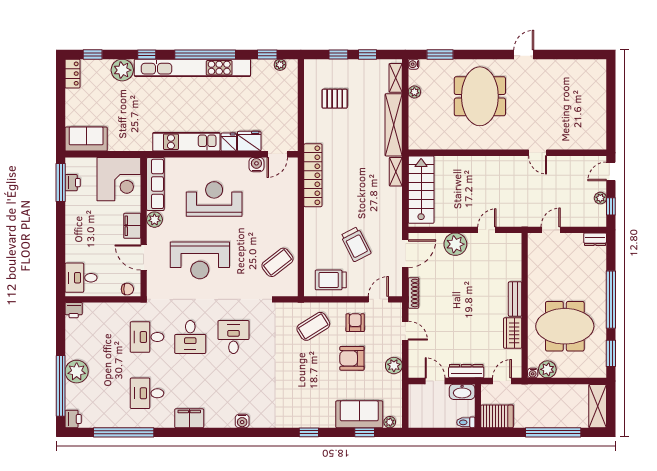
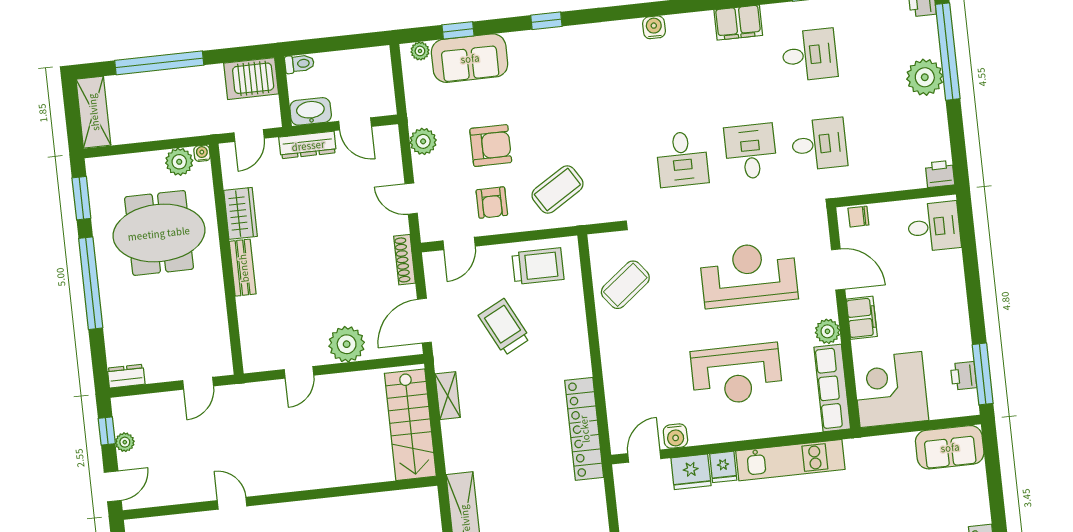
shelving: (396, 172) -> (448, 396), moved

